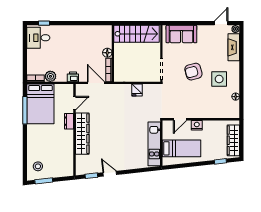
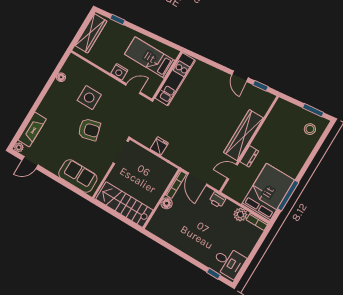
side table: (219, 79) -> (89, 98), moved

